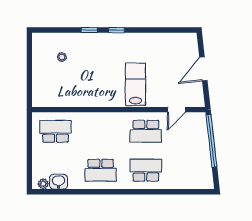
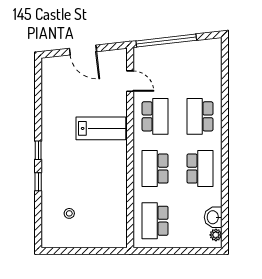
lab bench: (135, 84) -> (101, 128), turned 180
school desk: (101, 131) -> (155, 169), added

